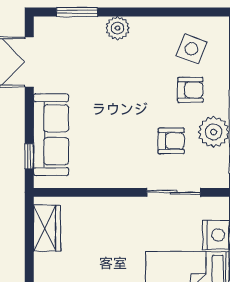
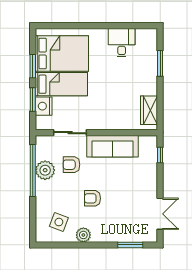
plant: (117, 28) -> (83, 235), moved
armchair: (190, 90) -> (93, 198), moved
sofa: (51, 135) -> (112, 146), moved, turned -90

